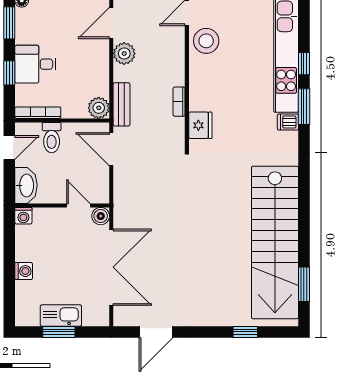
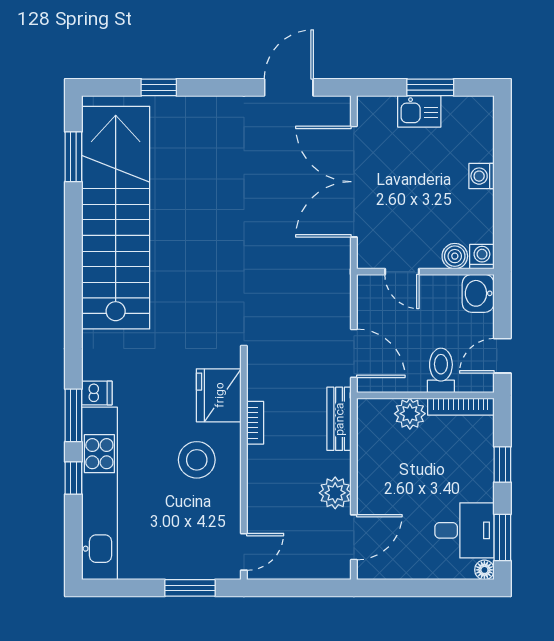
stool: (206, 41) -> (197, 460), moved
desk: (35, 64) -> (465, 530), moved
plant: (99, 108) -> (410, 414), moved
fridge: (200, 125) -> (219, 395), width x1.36, depth x1.34
washbasin: (26, 185) -> (478, 293), width x0.72
boiler: (101, 216) -> (455, 256), moved
kitchen sink: (61, 316) -> (419, 111), width x0.73

